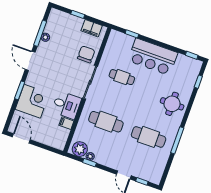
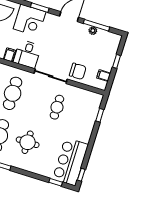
filing cabinet: (92, 28) -> (104, 76), width x0.50
bar counter: (153, 57) -> (70, 162), moved
round table: (172, 104) -> (28, 142), moved

